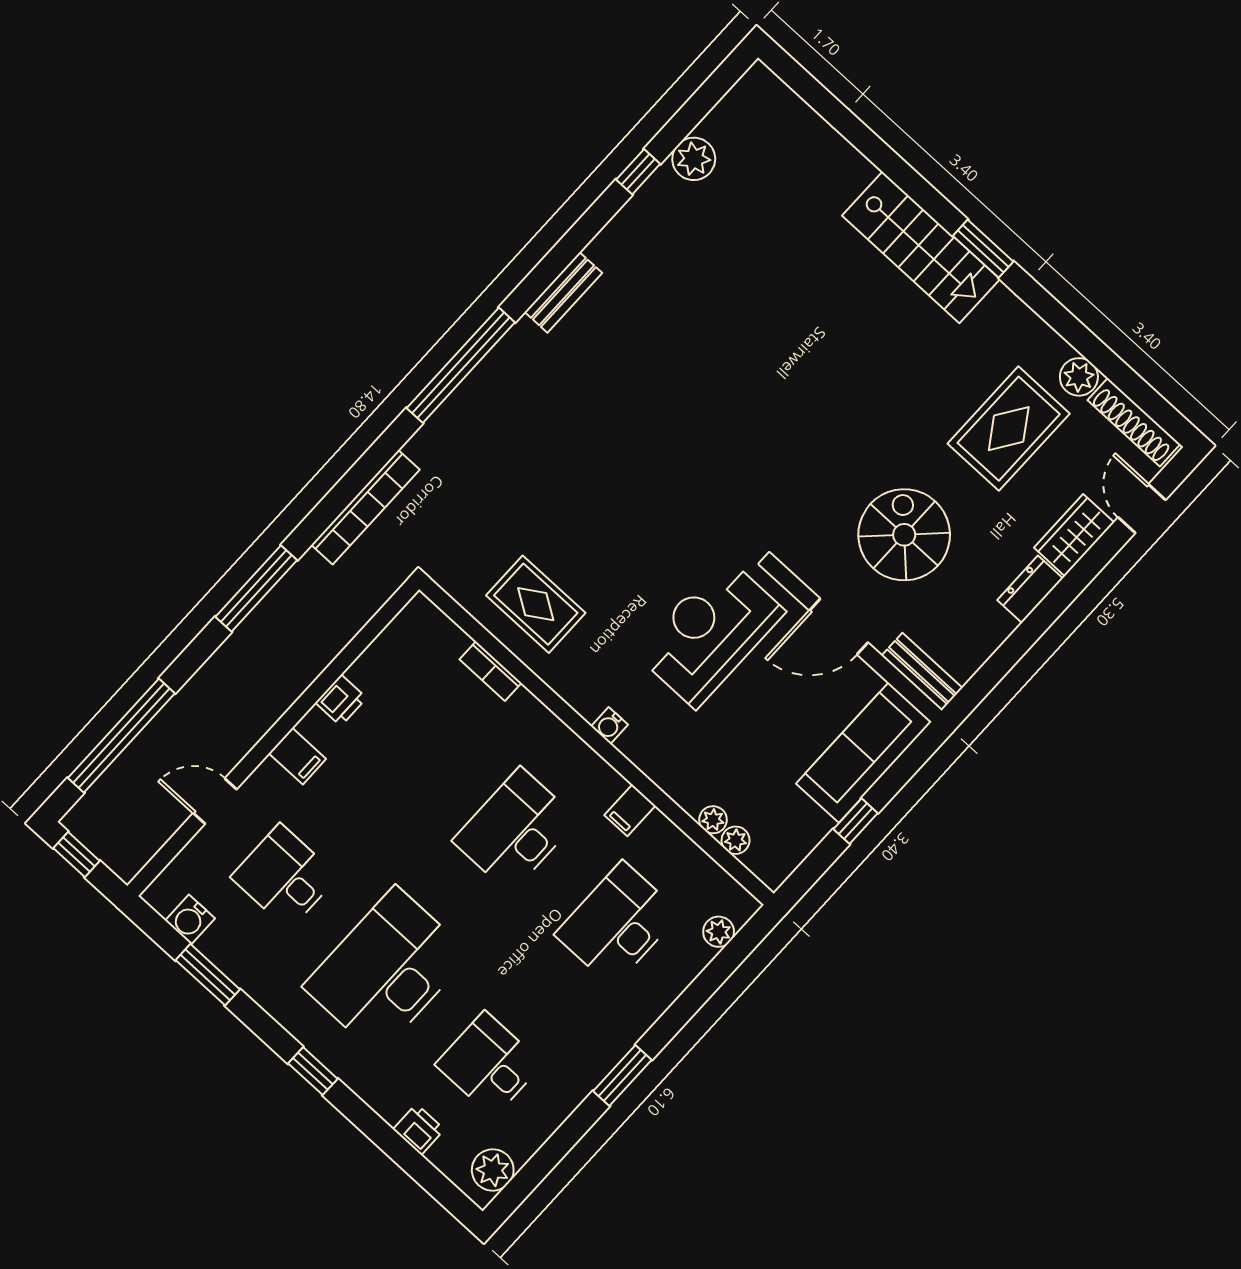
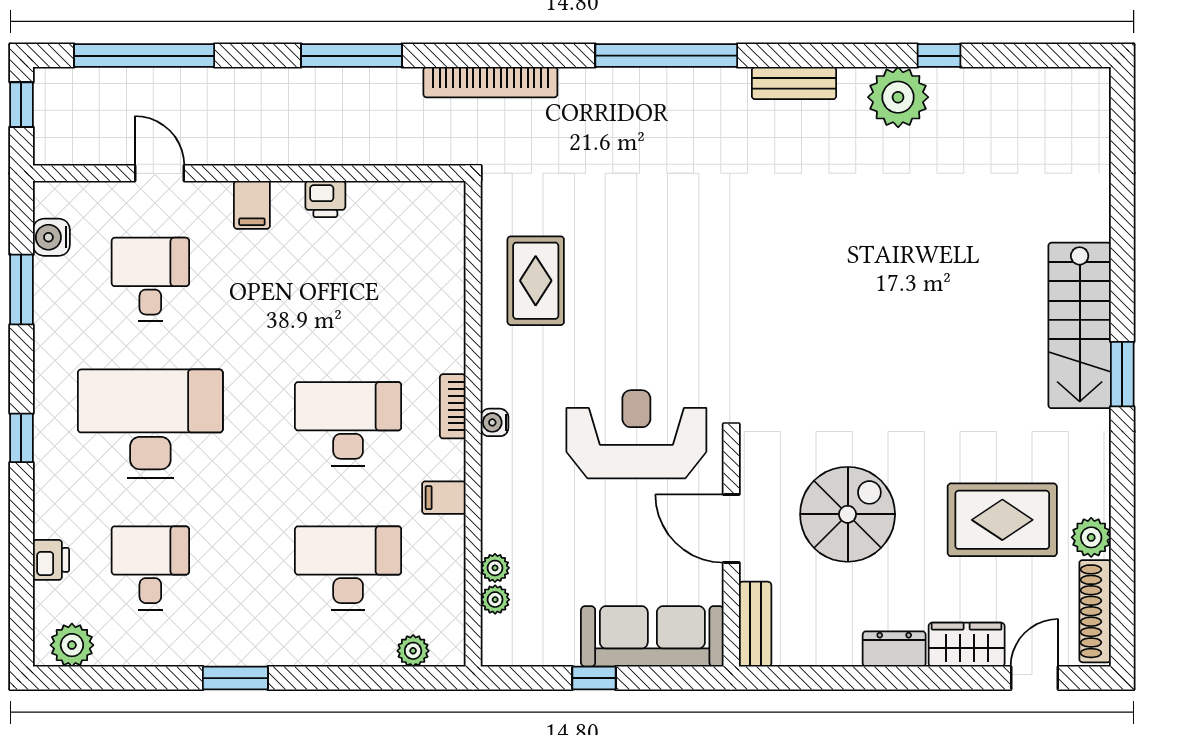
plant: (694, 159) -> (898, 97), moved, width x1.36, depth x1.36
bookcase: (491, 671) -> (453, 406), moved

